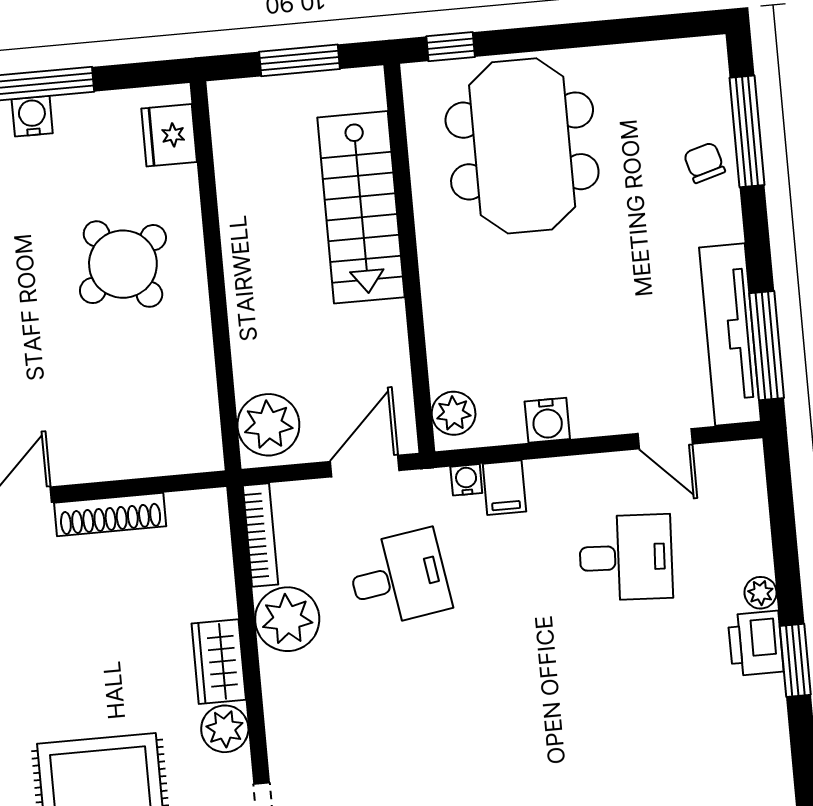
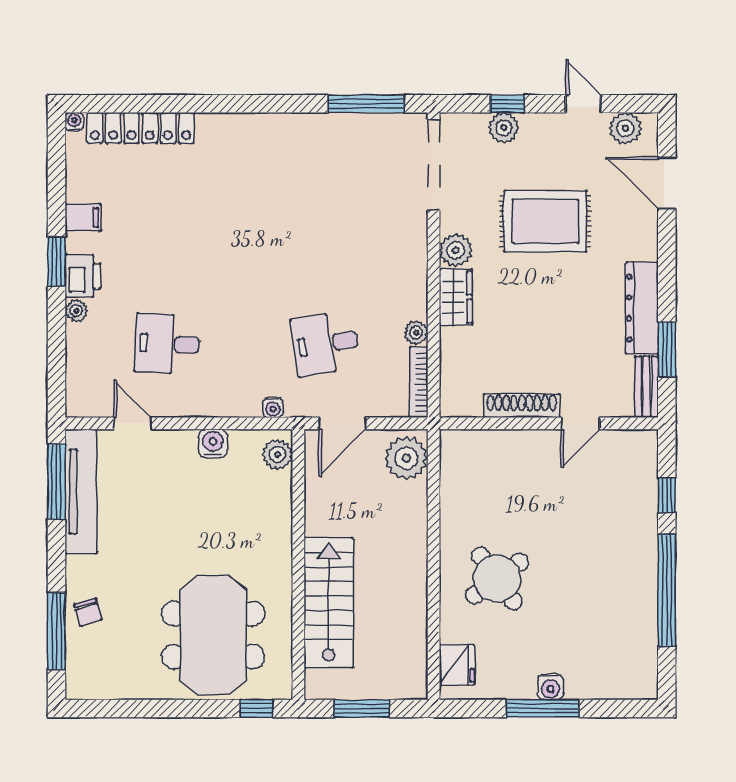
filing cabinet: (504, 488) -> (83, 217), moved, turned 90
plant: (287, 619) -> (416, 333), width x0.53, depth x0.53

